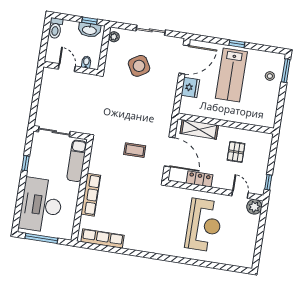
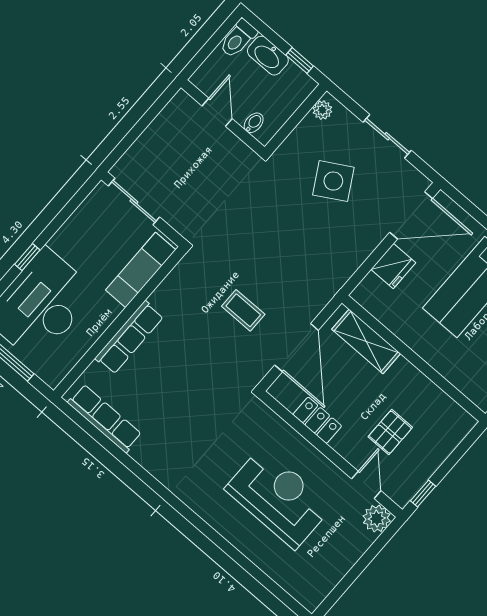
washbasin: (89, 30) -> (268, 56), moved
pallet: (236, 152) -> (390, 432), moved
window: (25, 163) -> (27, 257), moved
reception desk: (204, 225) -> (279, 498), turned -90

